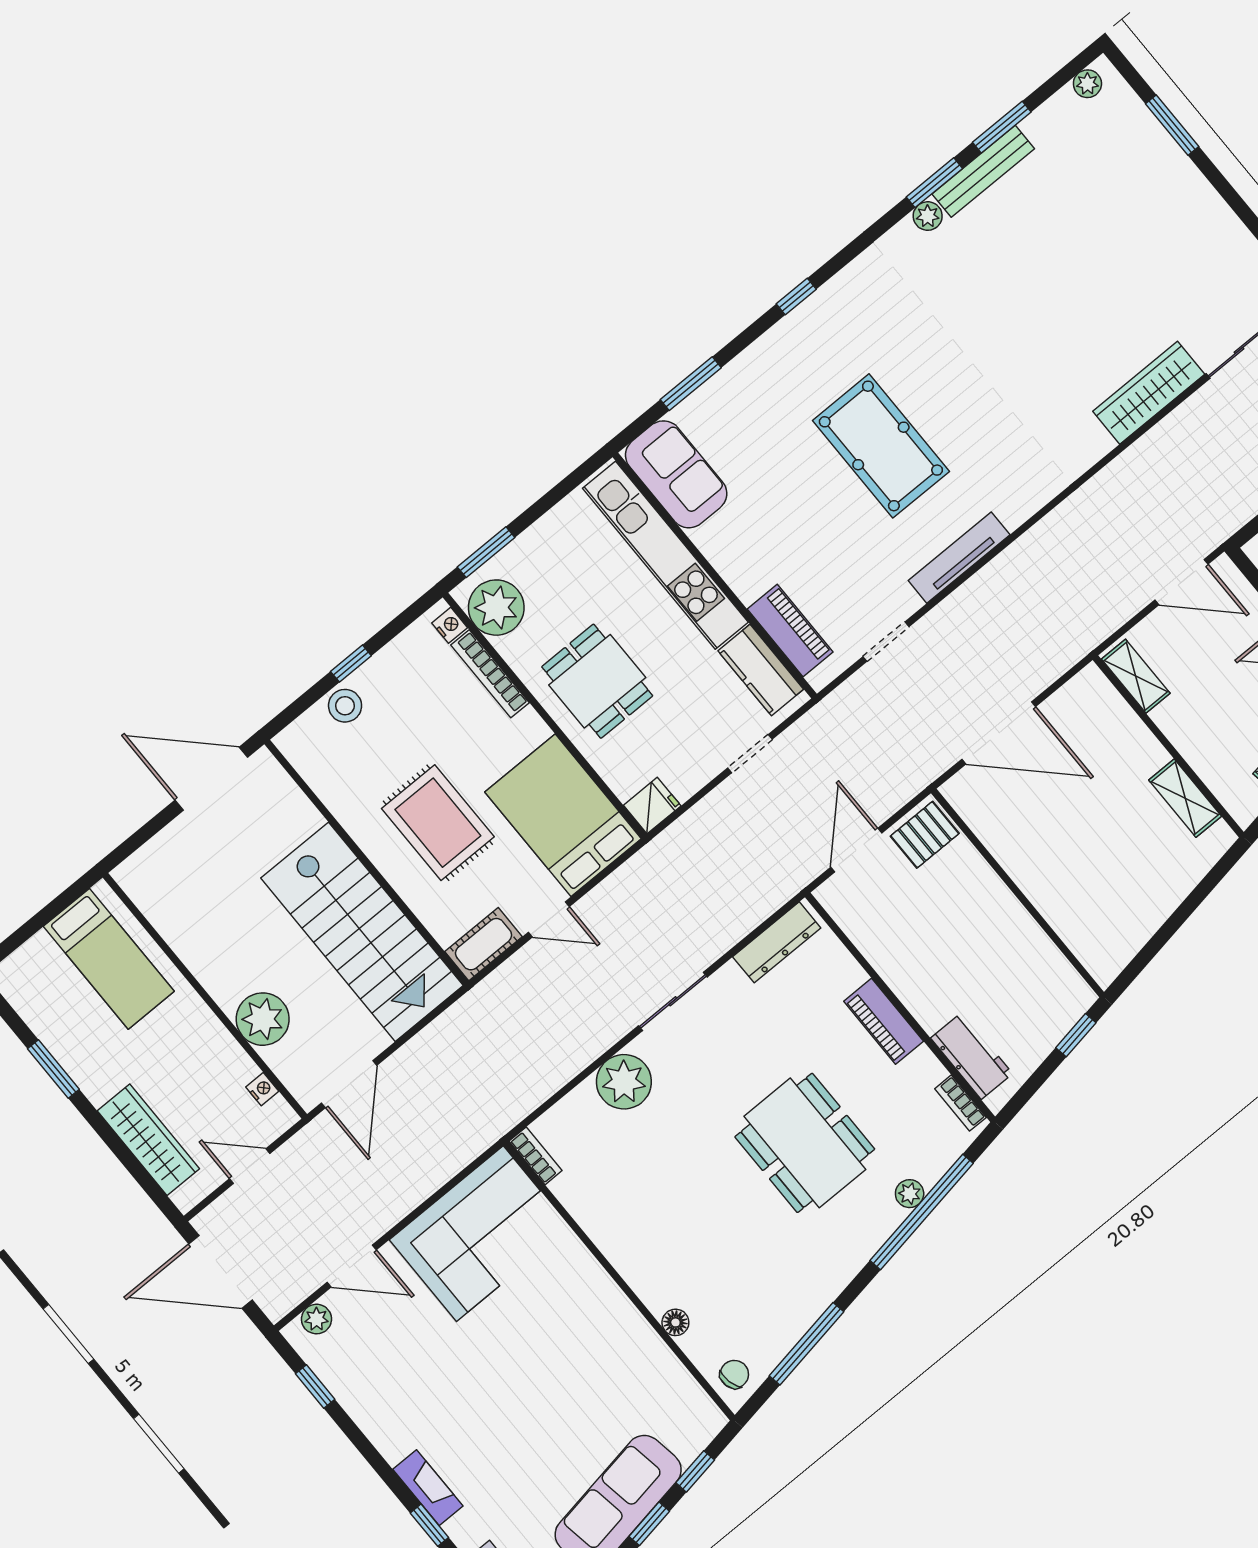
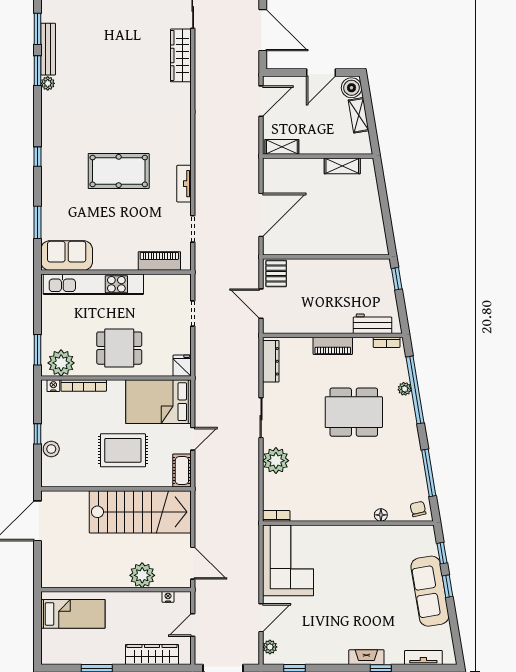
tv unit: (959, 558) -> (184, 184), width x0.71
kitchen counter: (761, 670) -> (165, 284), removed

